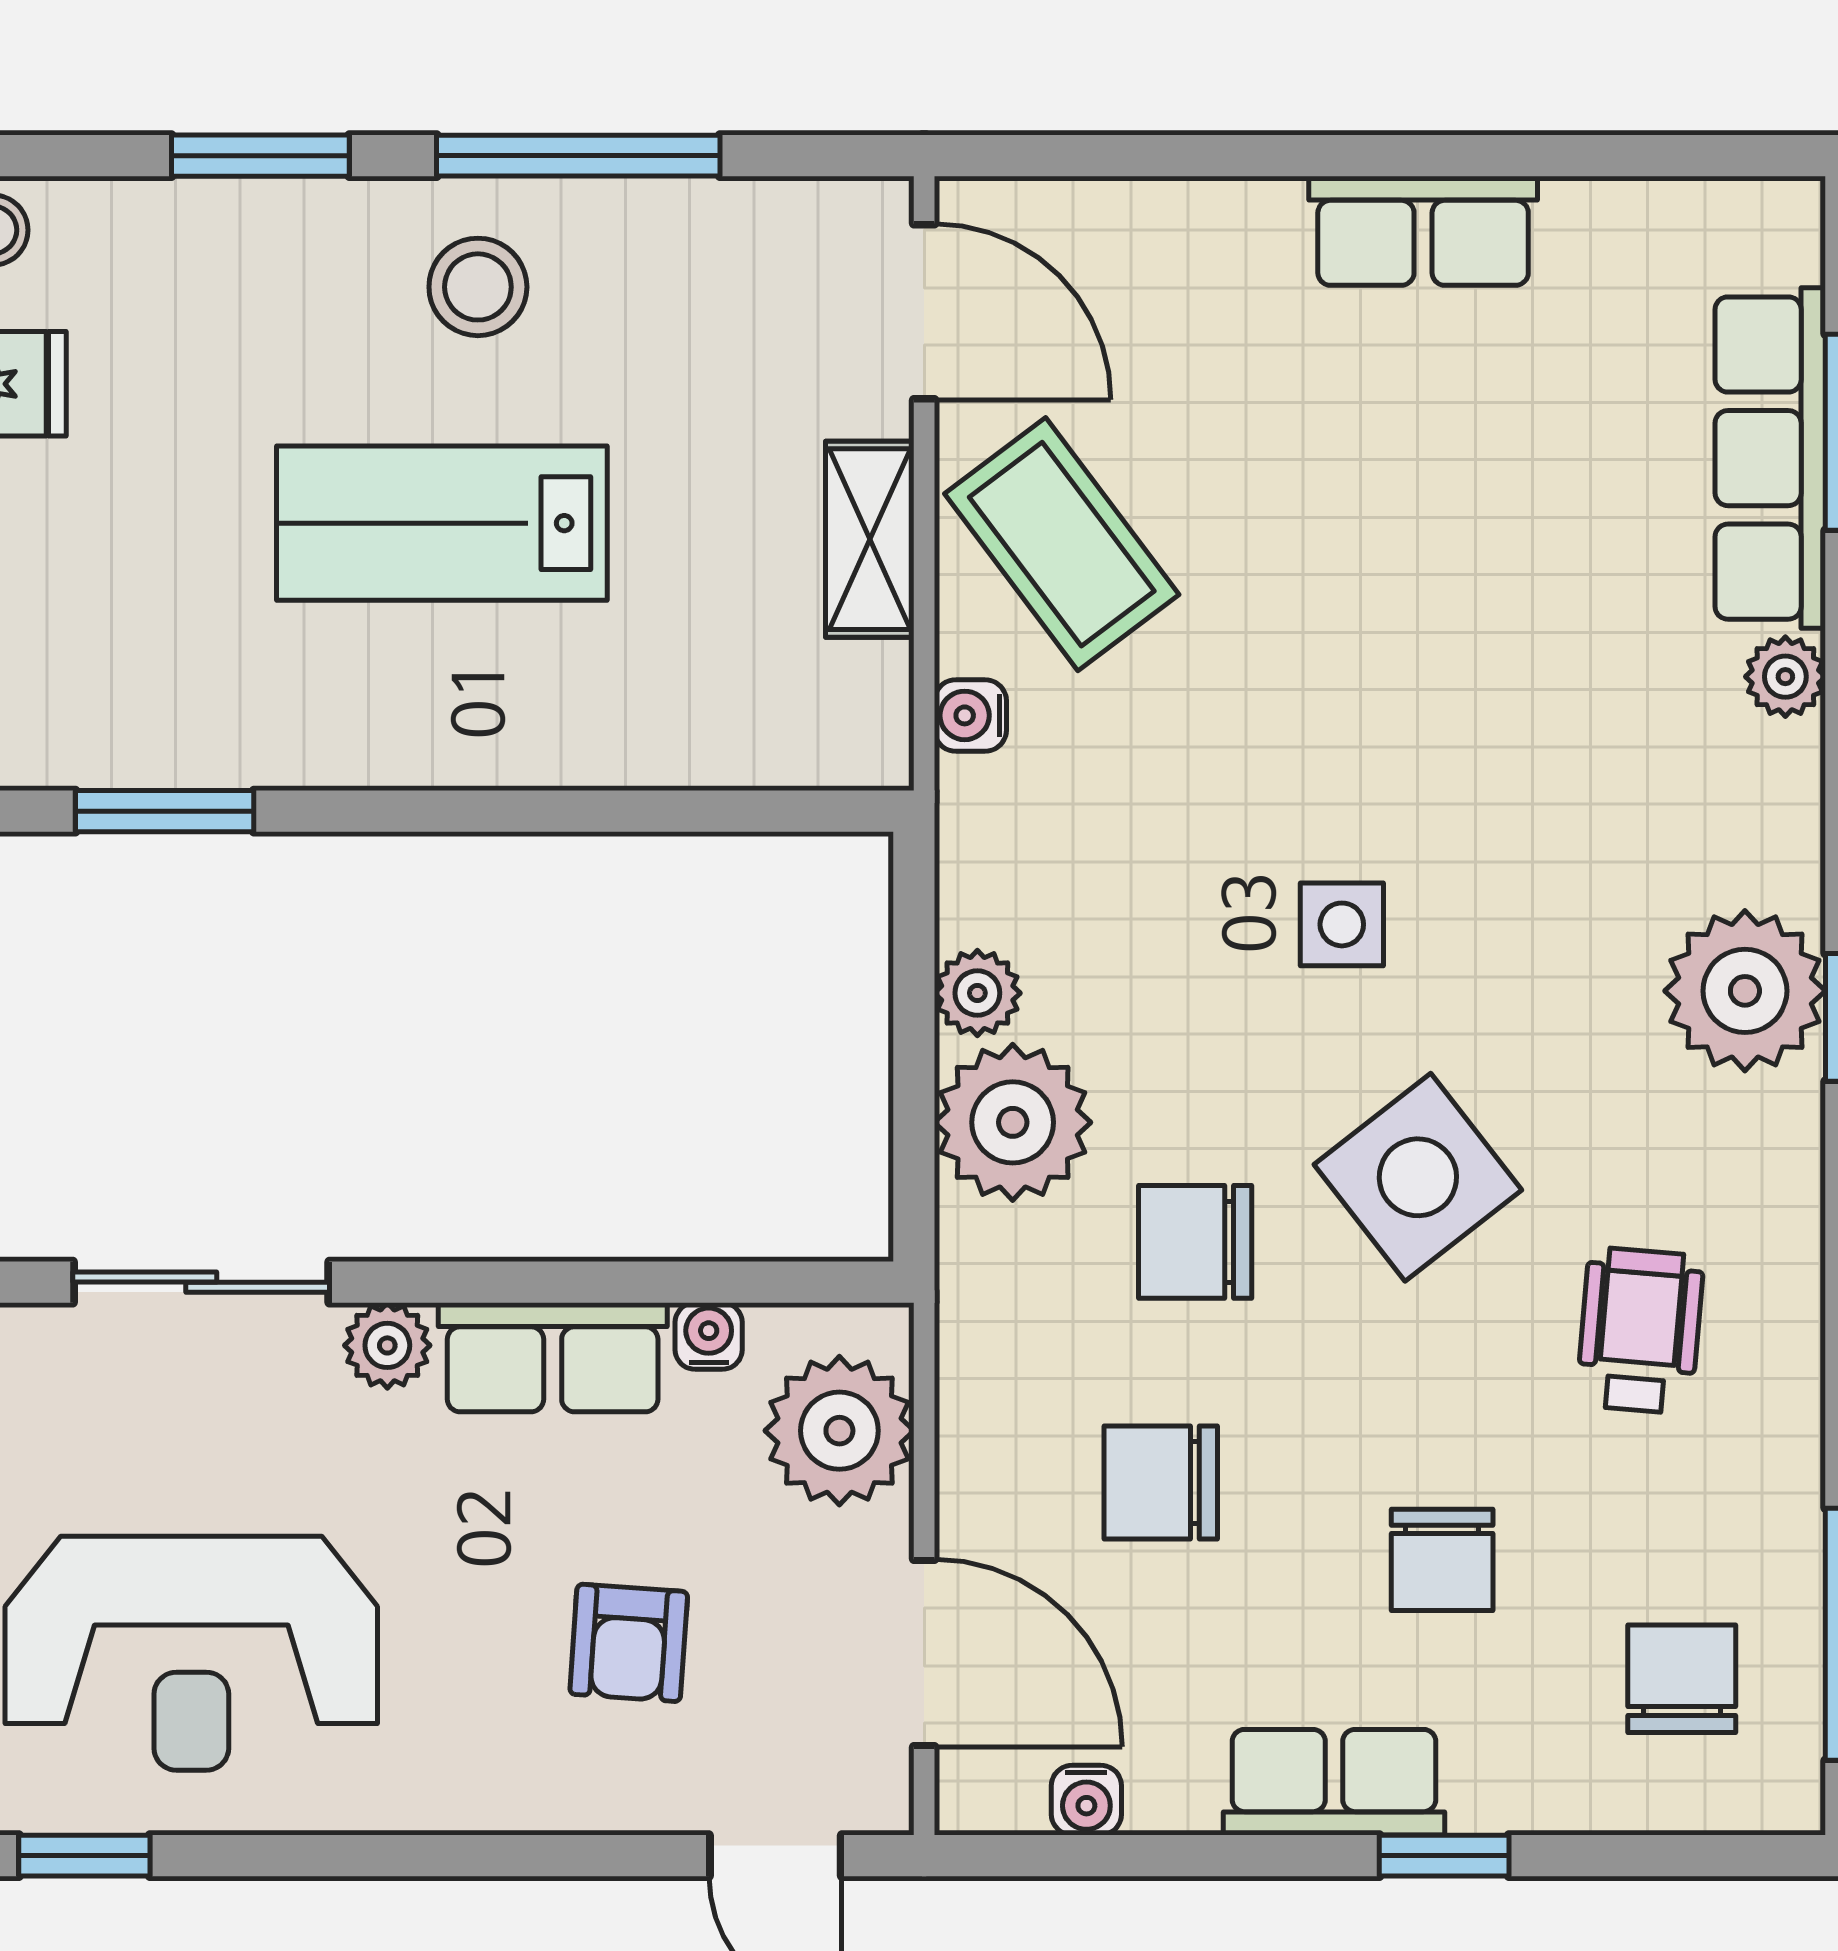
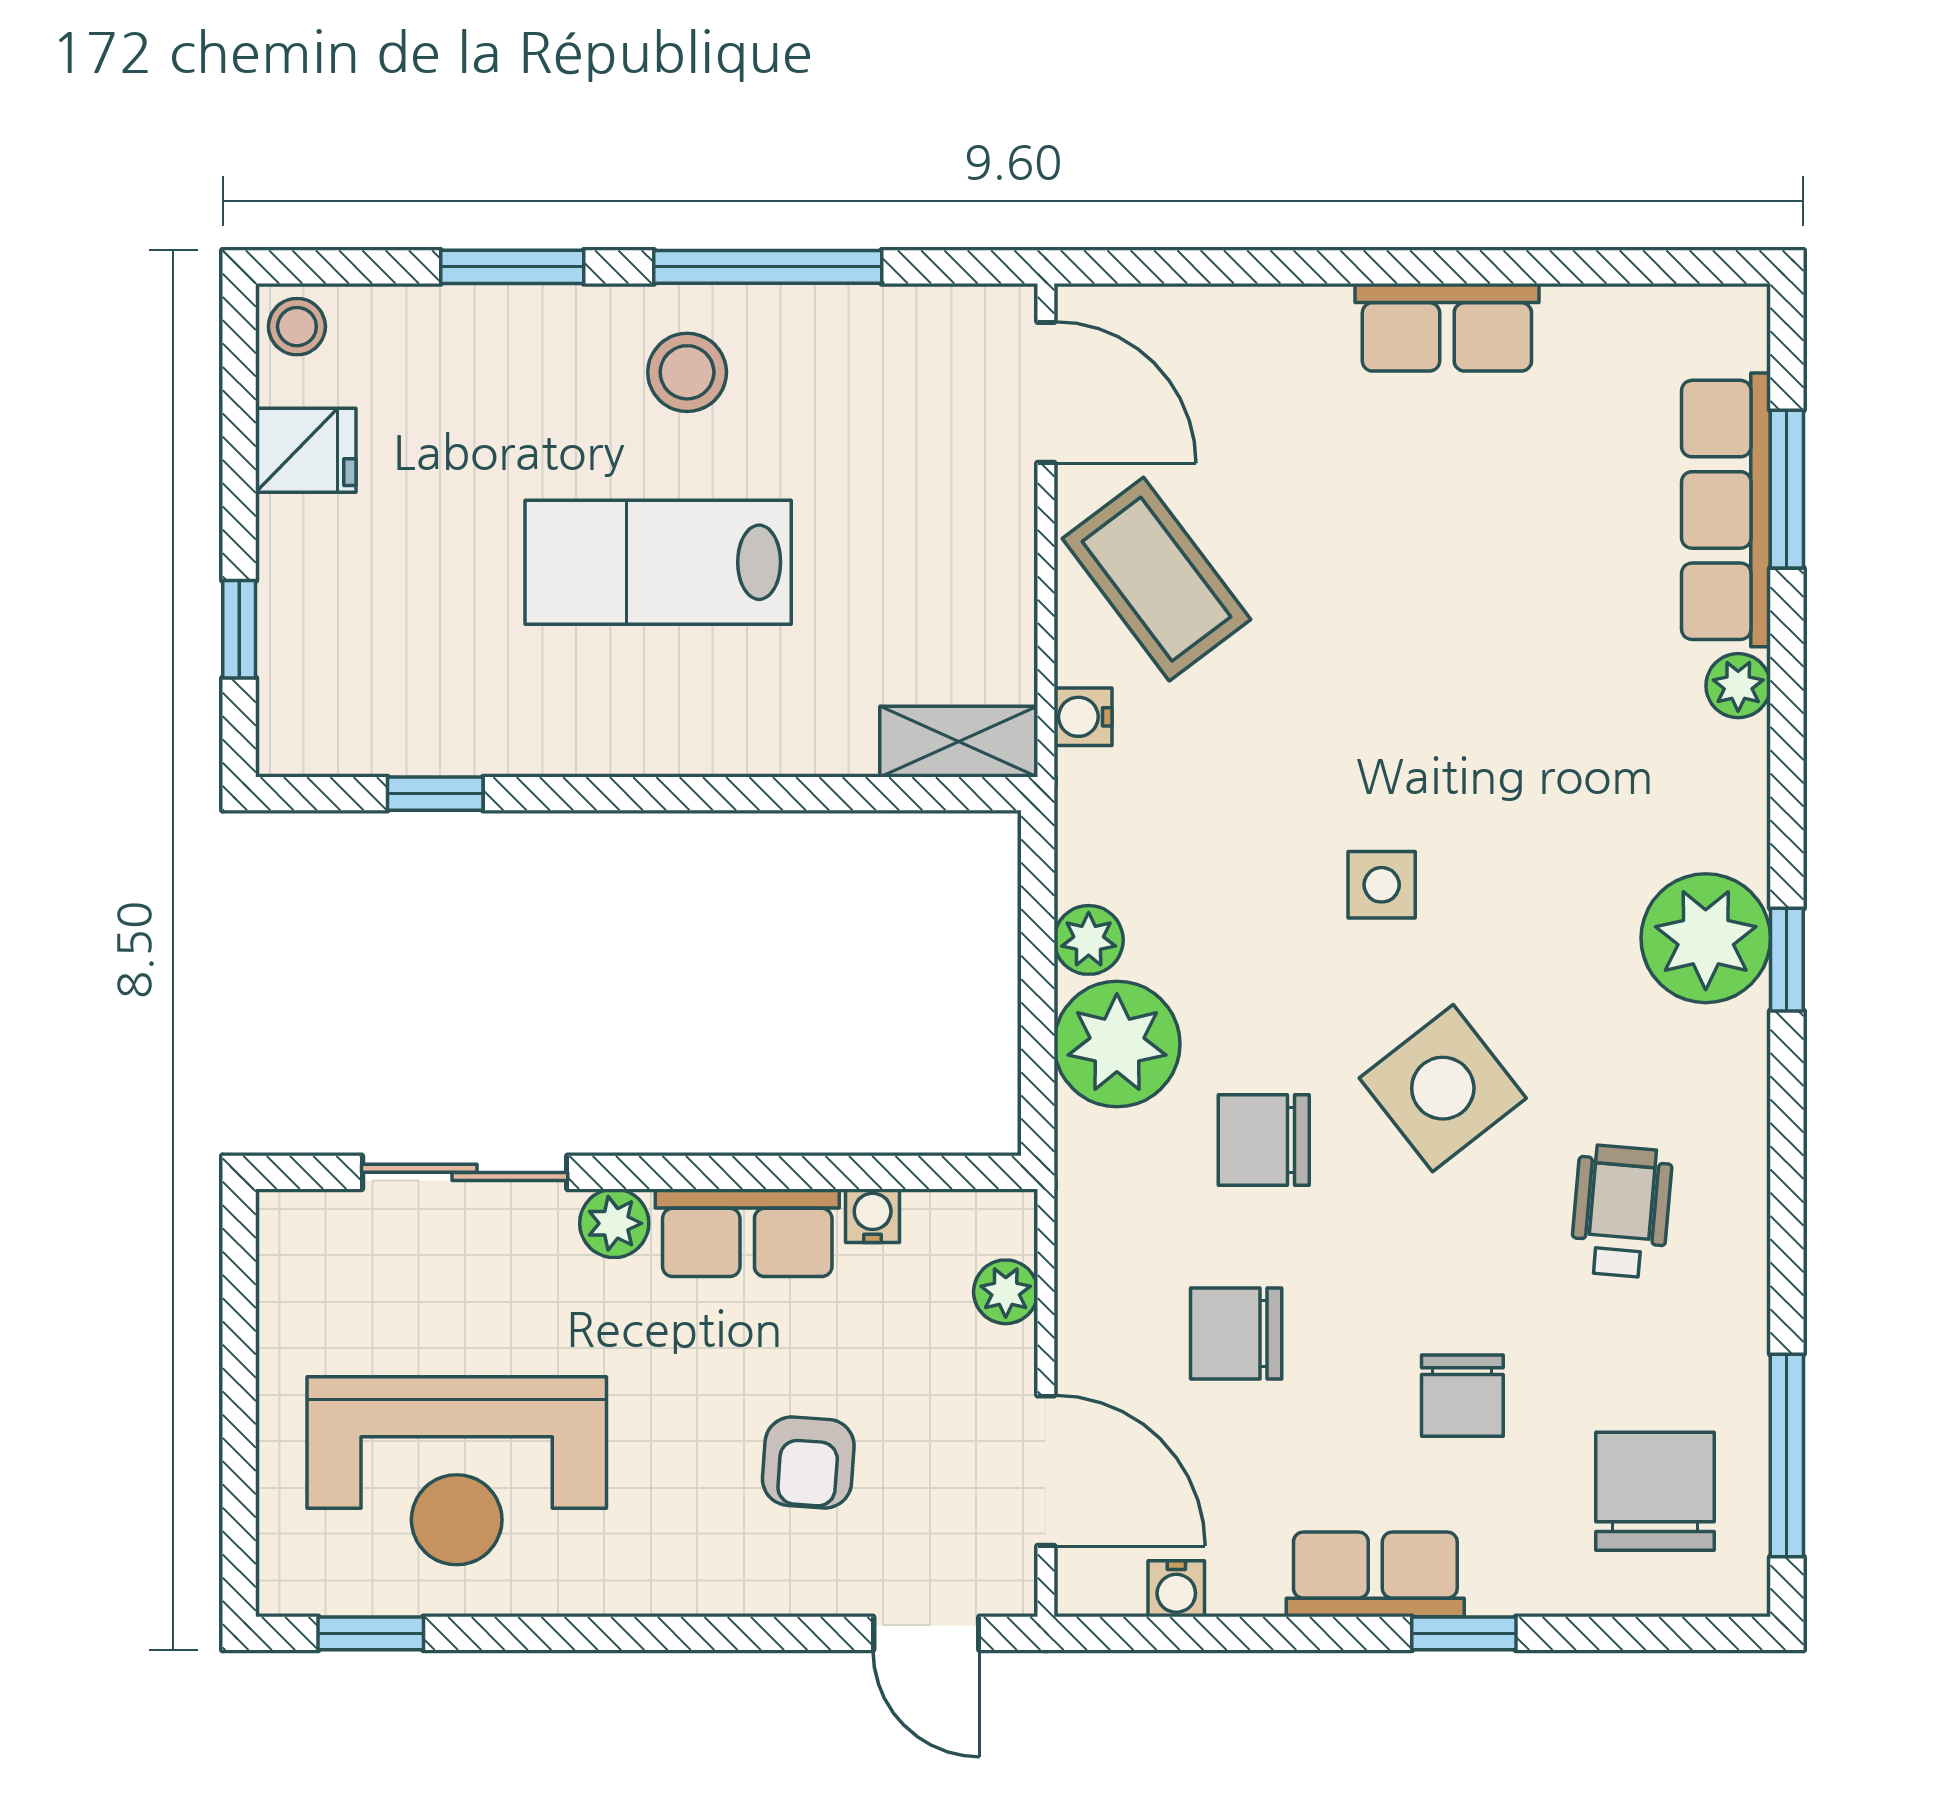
shelving: (870, 539) -> (959, 742), moved, turned 90
window: (165, 811) -> (435, 794), width x0.67
plant: (839, 1431) -> (1006, 1292), width x0.53, depth x0.53
chair: (1682, 1679) -> (1655, 1491), width x1.37, depth x1.37

